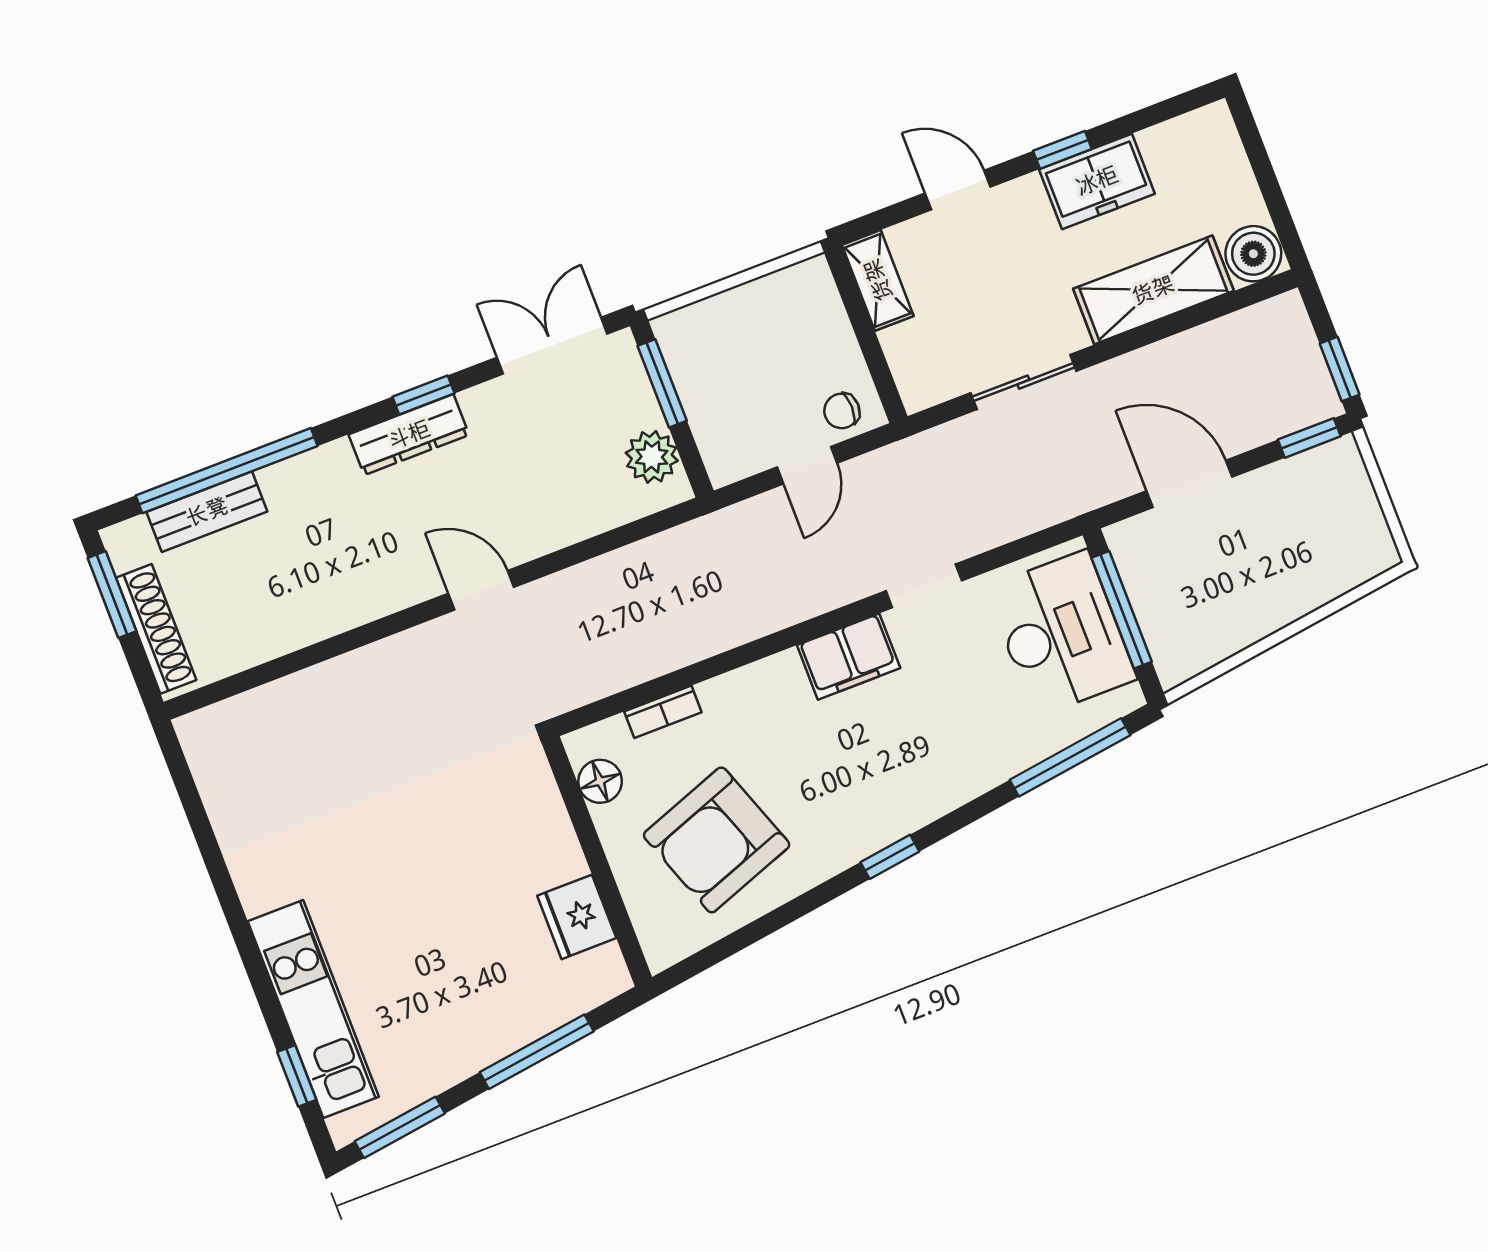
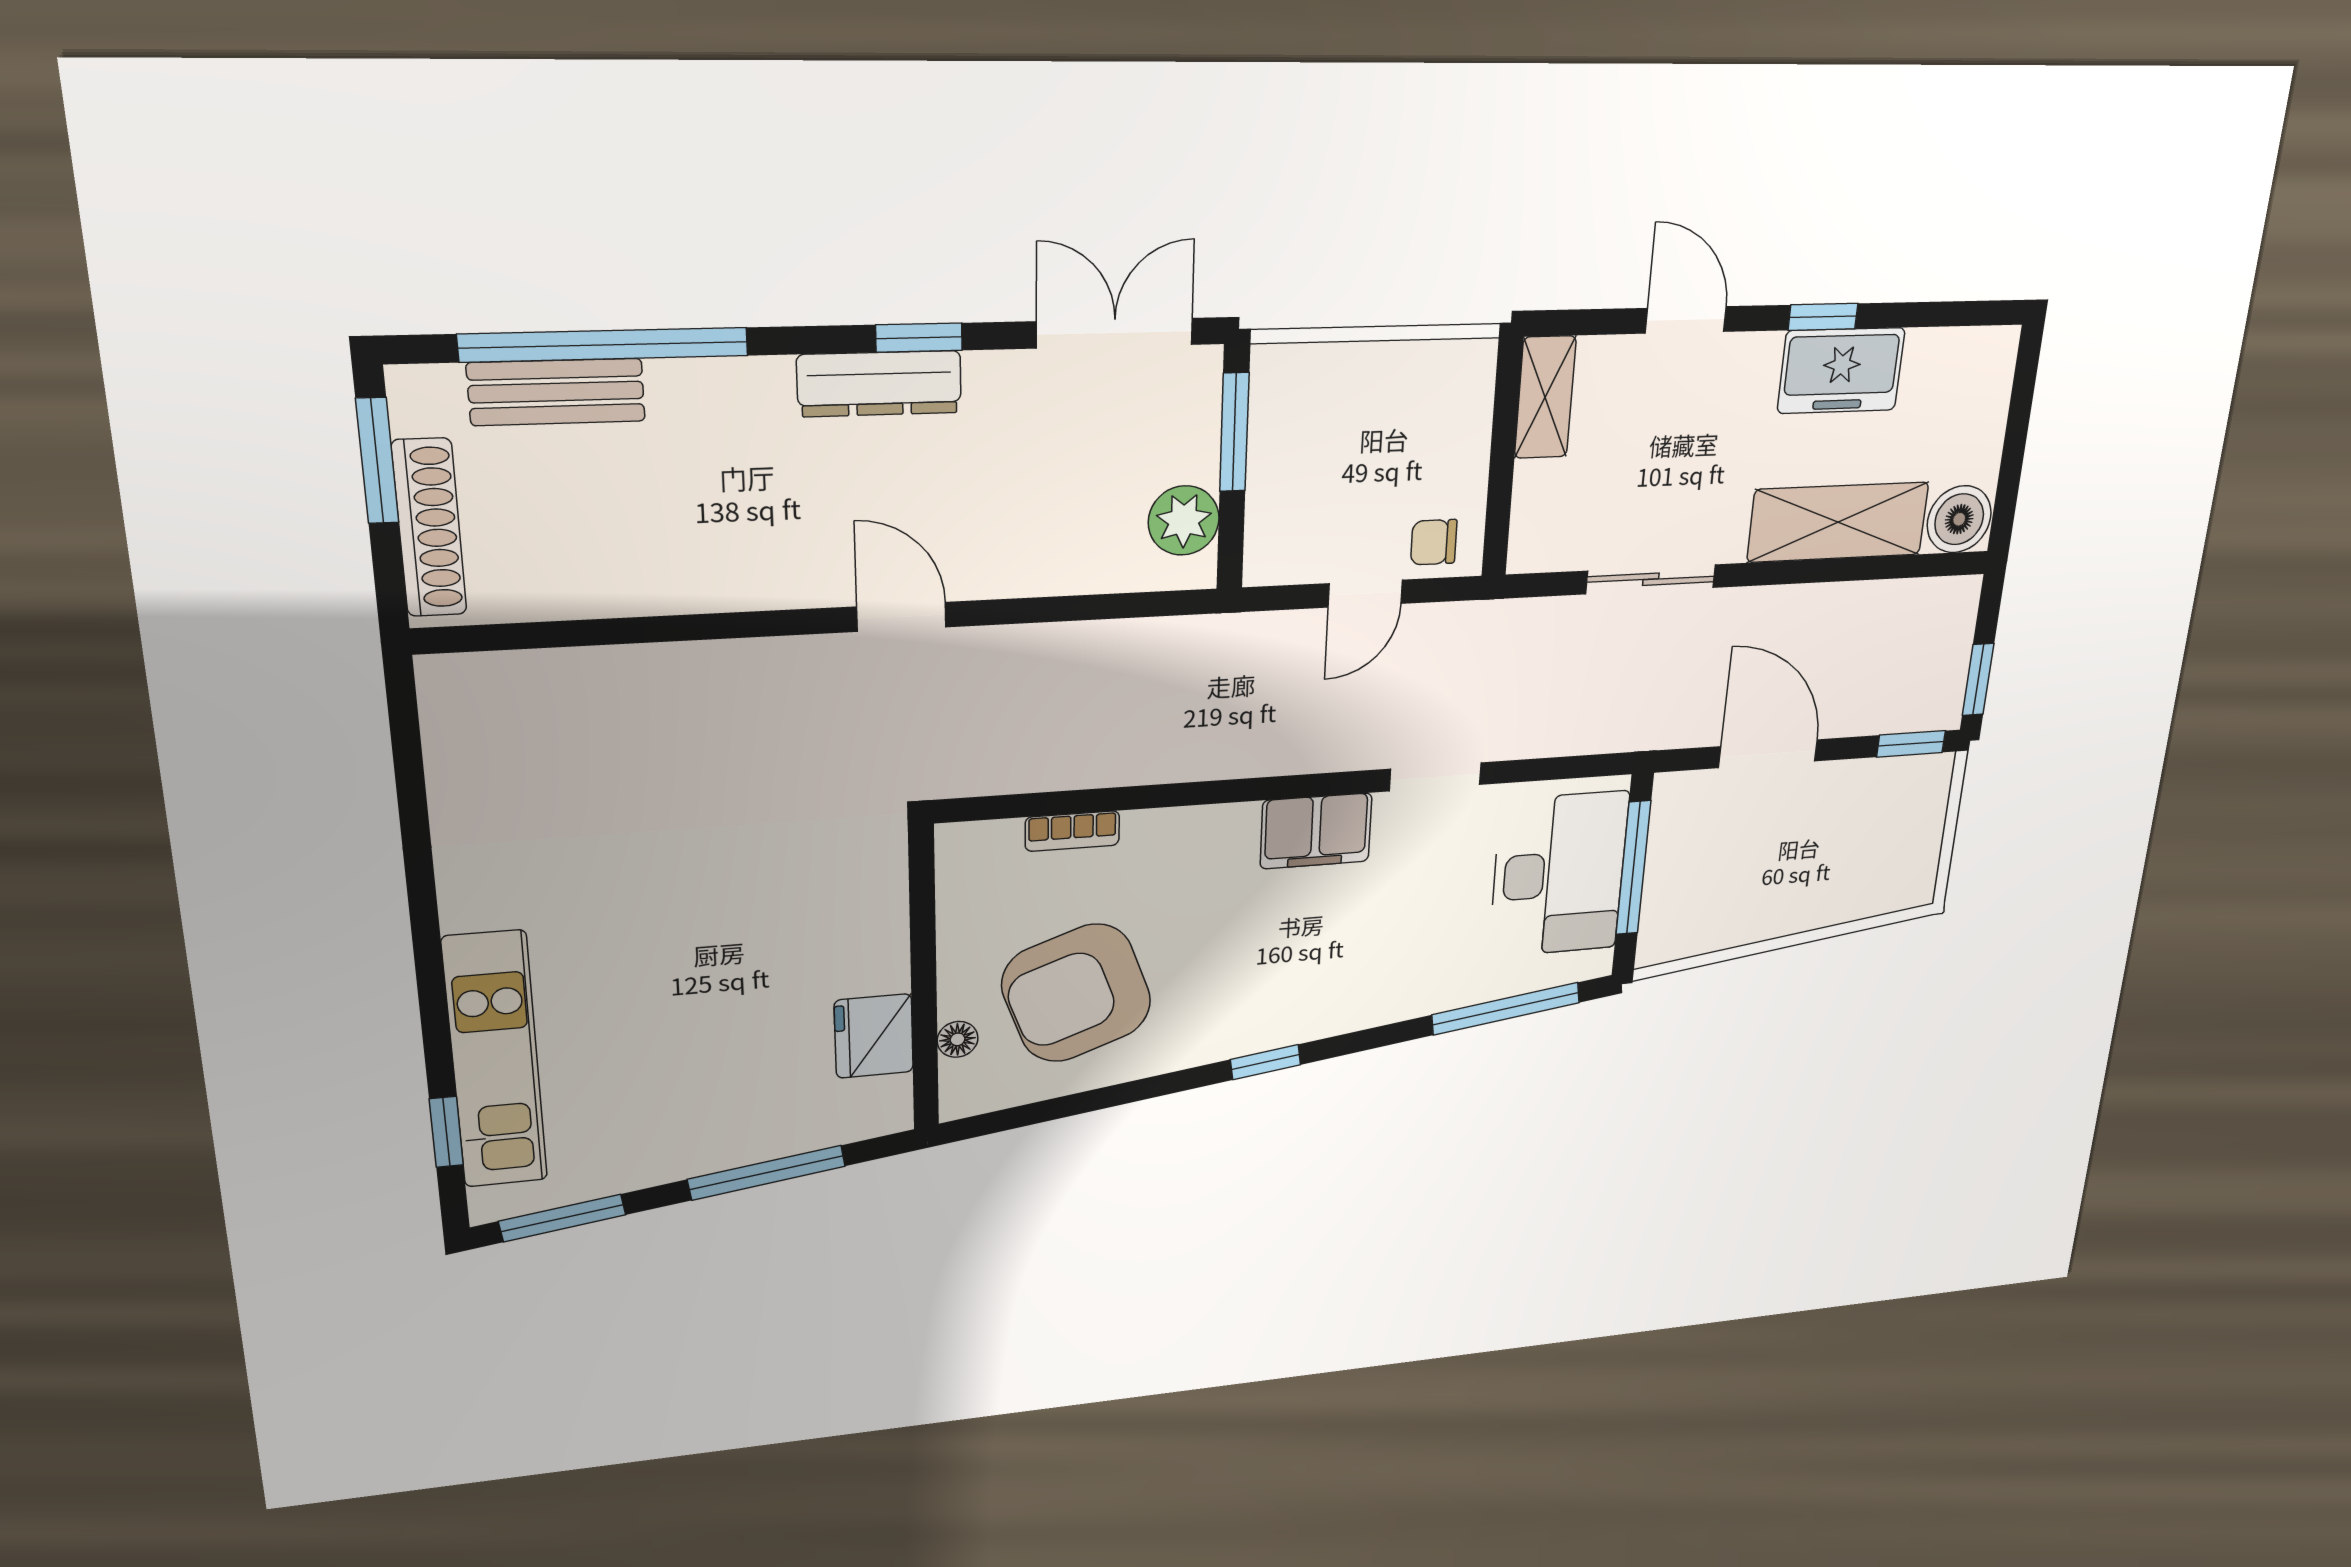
floor lamp: (600, 781) -> (958, 1039), moved, width x0.73, depth x0.73

